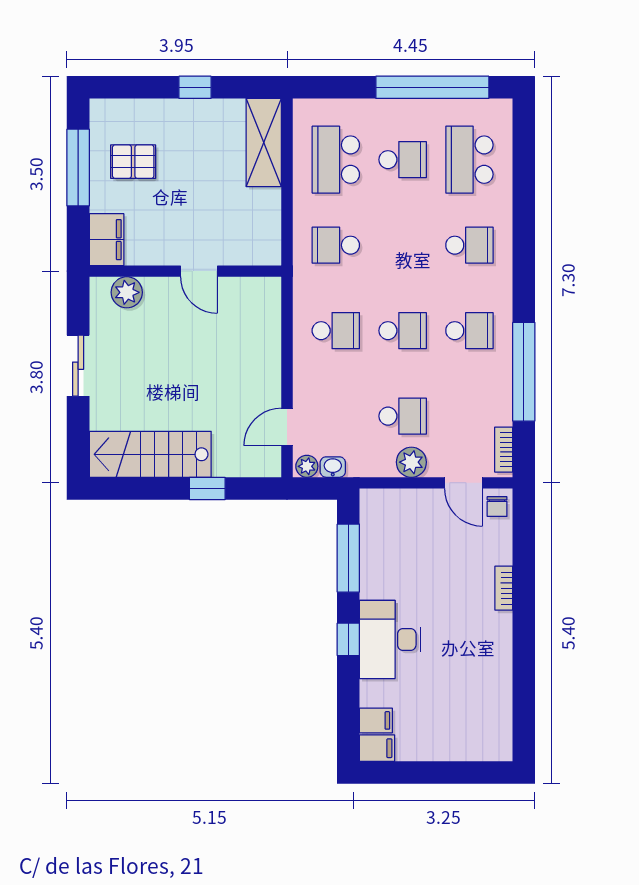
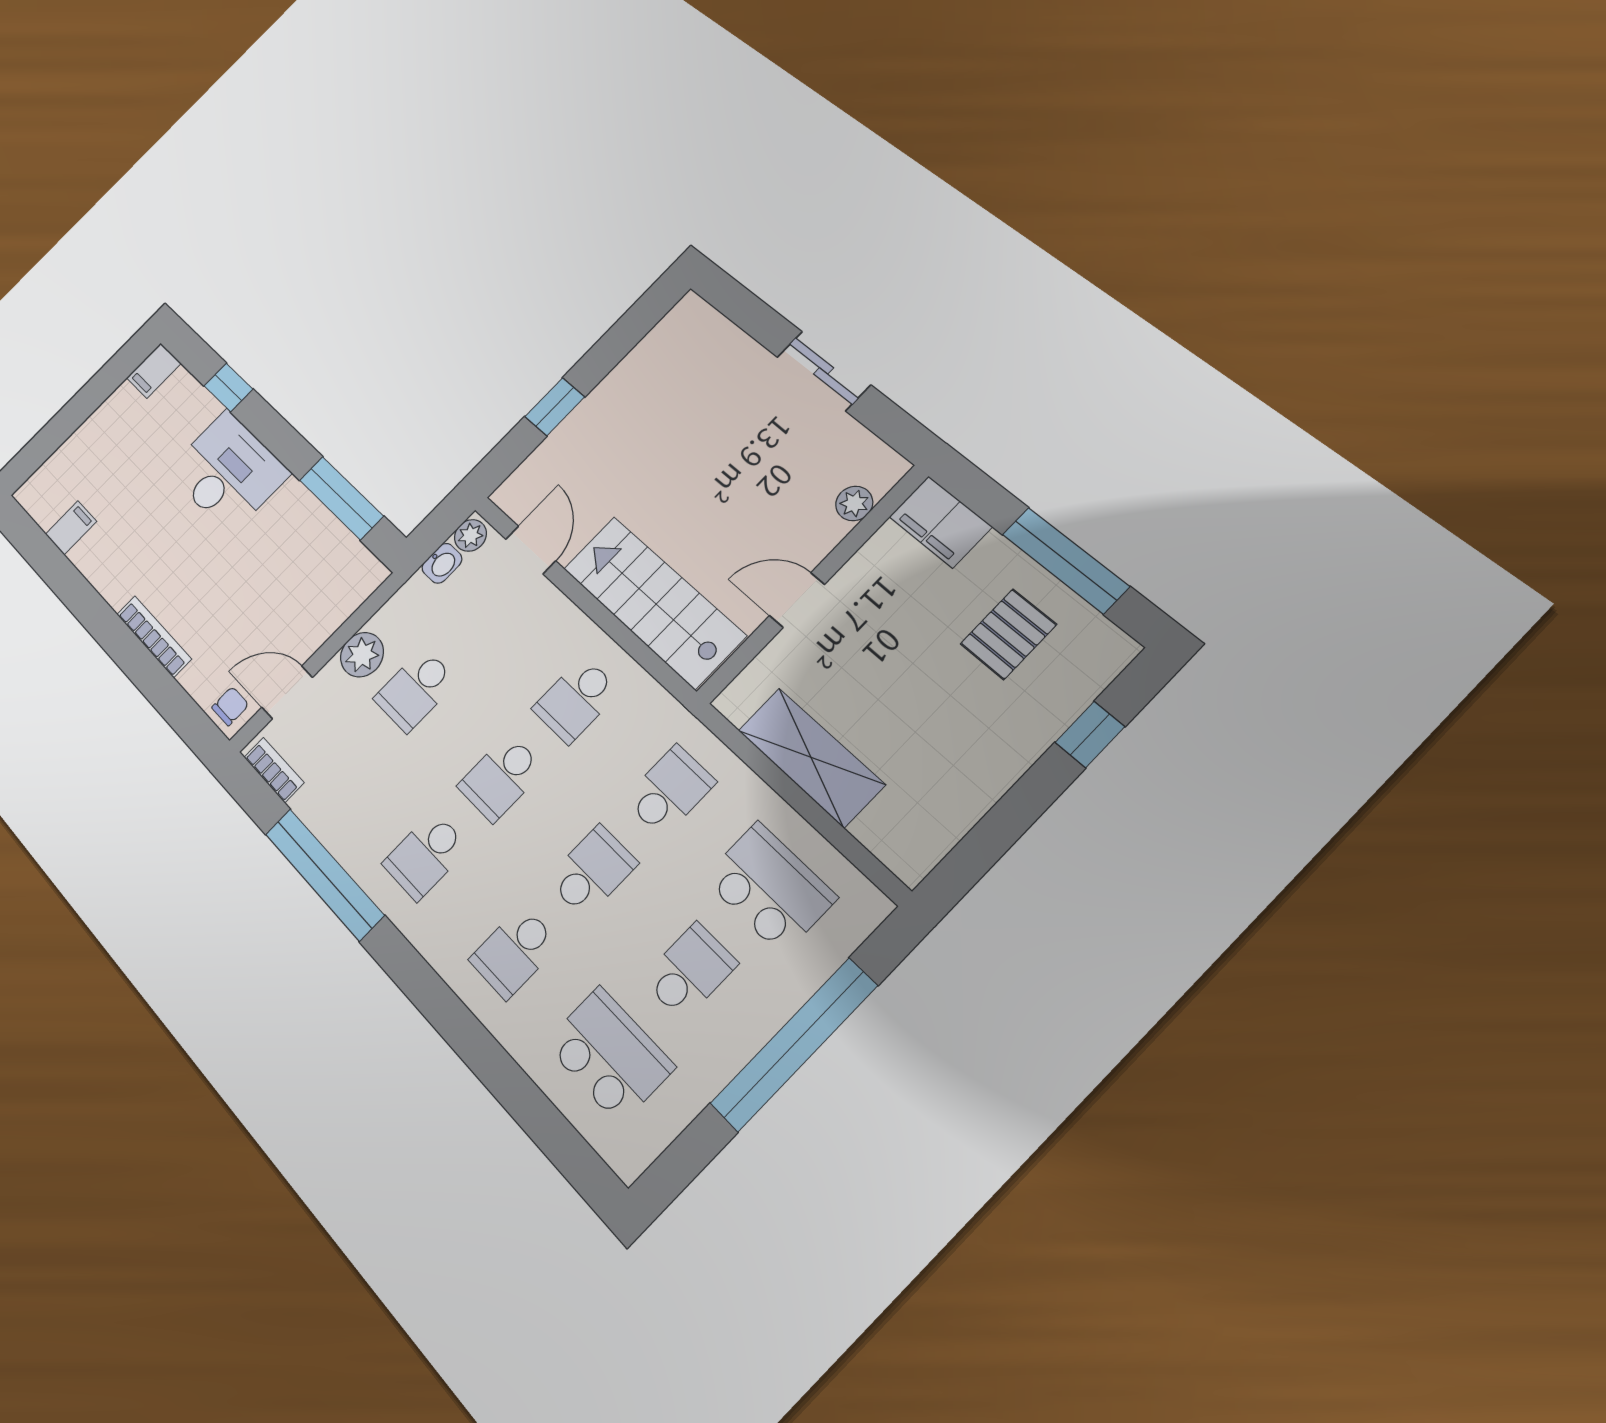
window: (195, 87) -> (1090, 735), moved
window: (432, 87) -> (794, 1044), moved
shelving: (264, 142) -> (811, 757), moved
school desk: (403, 160) -> (690, 971), turned 180
school desk: (403, 245) -> (592, 871), added
plant: (127, 292) -> (854, 503), width x0.73, depth x0.73
stairs: (150, 454) -> (653, 602), moved, turned -90
chair: (497, 507) -> (230, 706), turned 90
bookcase: (504, 588) -> (154, 636), width x1.56
window: (348, 639) -> (228, 387), moved
filing cabinet: (376, 720) -> (71, 528), moved, turned 180

